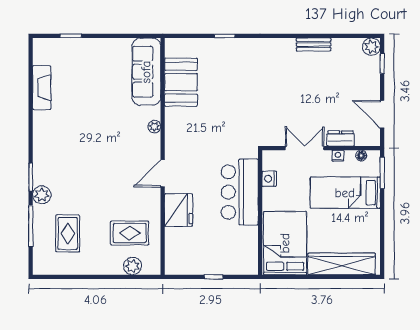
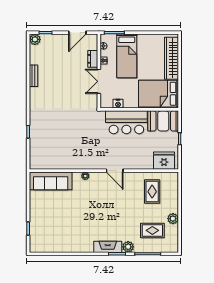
booth: (181, 82) -> (163, 121), moved
fireplace: (42, 88) -> (108, 247), moved
fridge: (179, 210) -> (164, 161), moved
plant: (133, 266) -> (173, 219), moved

